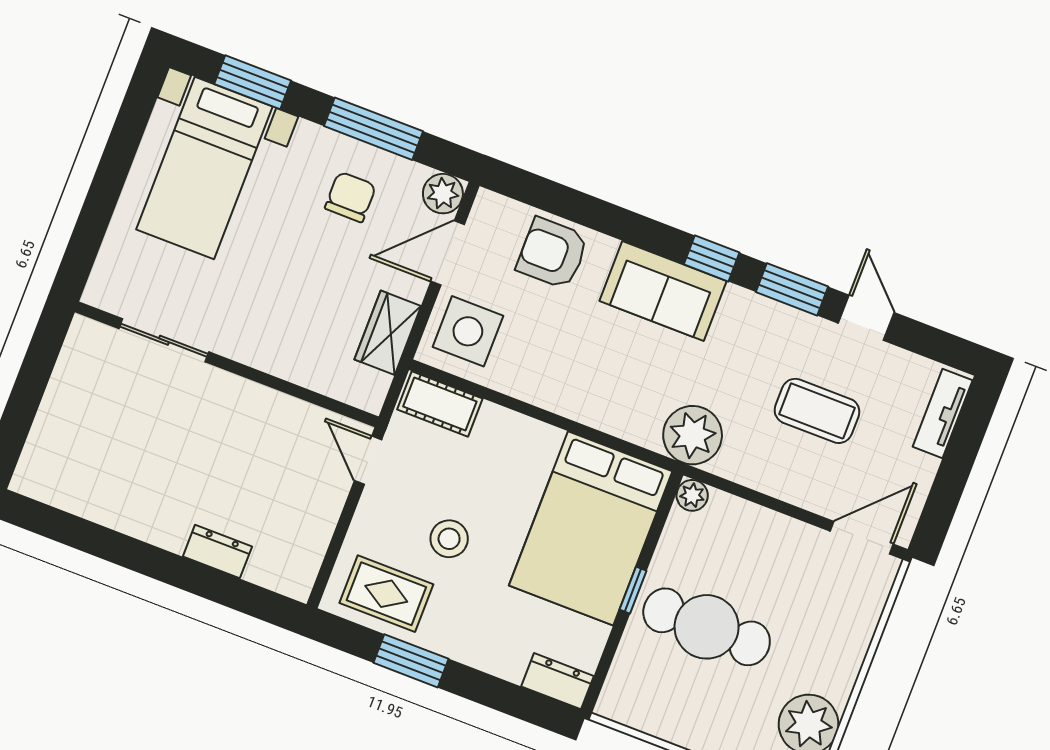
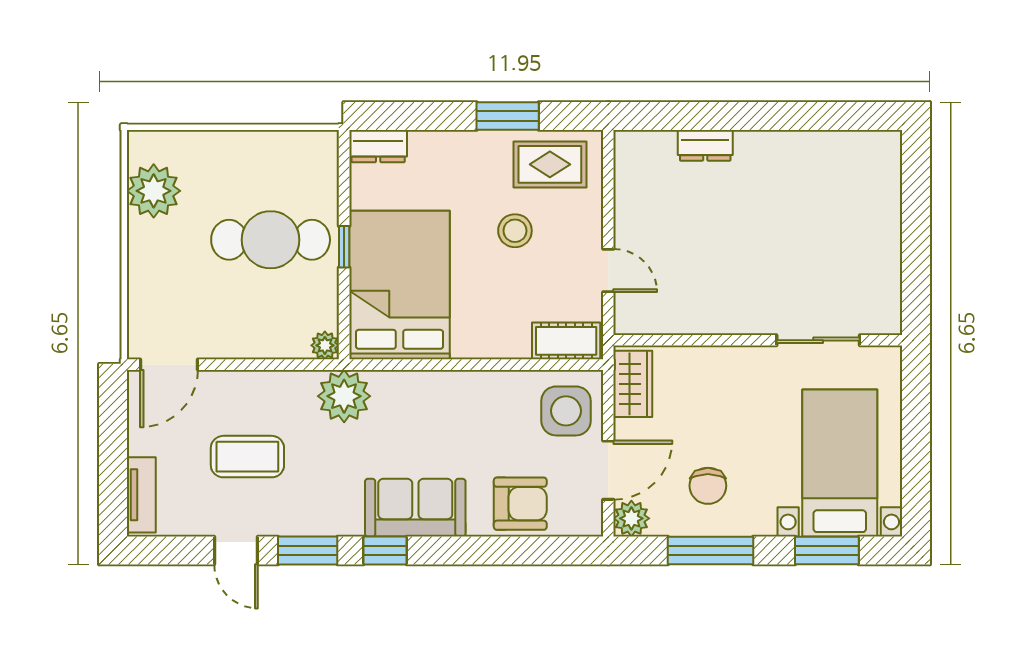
sliding door: (164, 340) -> (818, 340), moved
wall: (227, 364) -> (758, 340), moved

